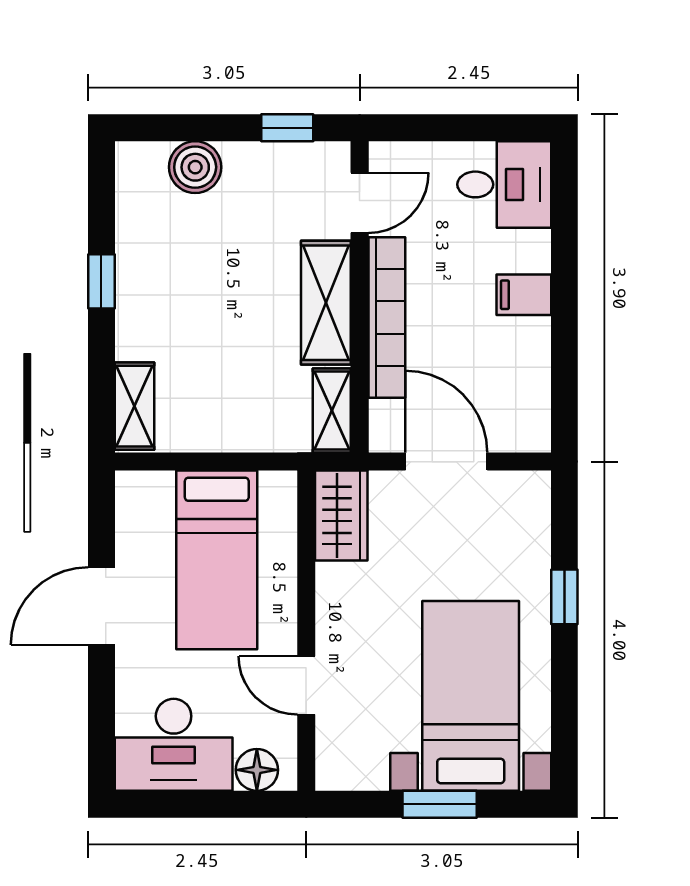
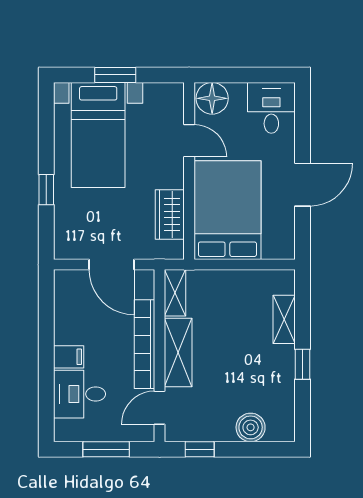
window: (456, 128) -> (106, 449), added
desk: (504, 184) -> (80, 394), moved
shelving: (135, 406) -> (284, 319), moved
wardrobe: (341, 516) -> (170, 214), moved
bed: (217, 560) -> (227, 210), width x1.50
desk: (174, 745) -> (271, 108), width x0.73
floor lamp: (257, 770) -> (212, 98), width x1.38, depth x1.38

